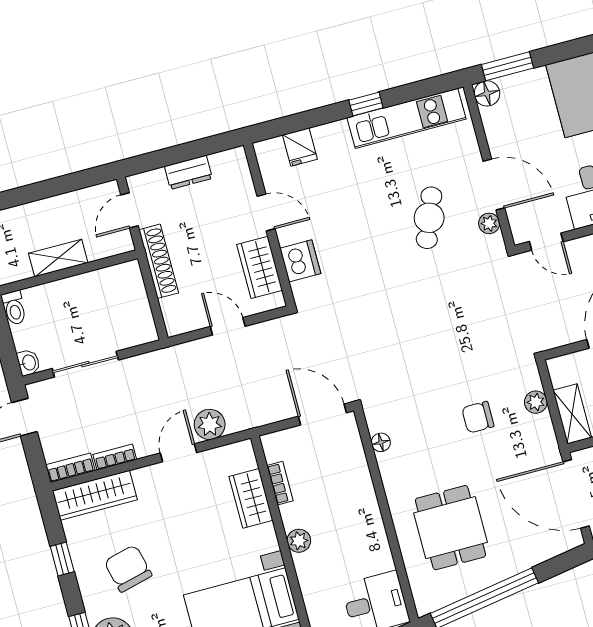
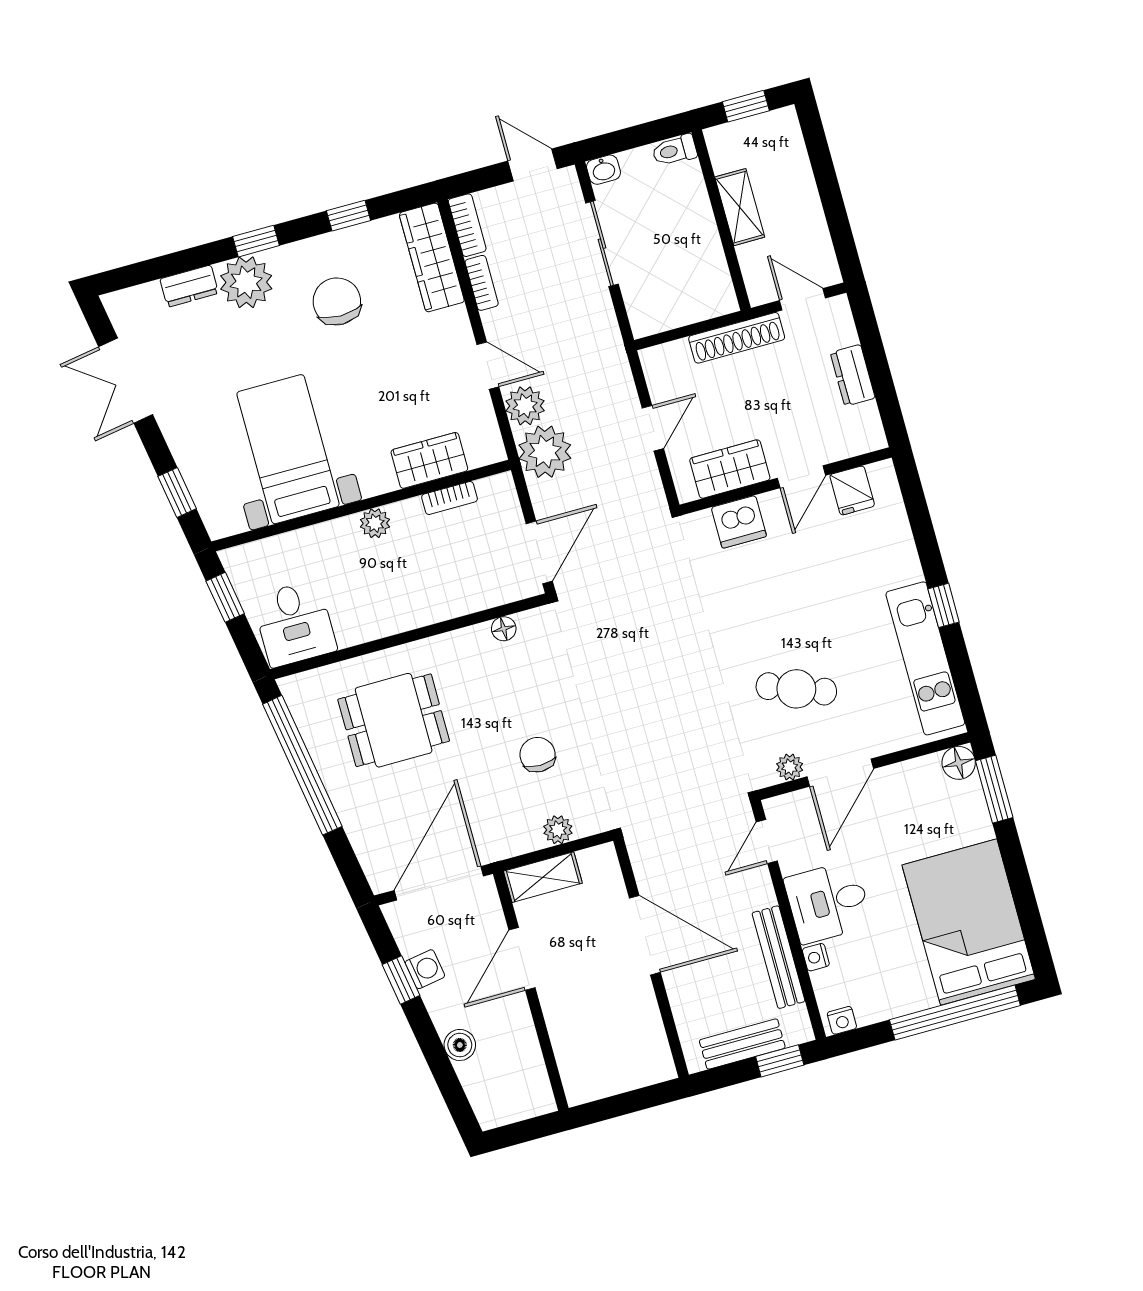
fridge: (300, 147) -> (852, 490), moved, turned -90
plant: (245, 410) -> (545, 452), added
chair: (128, 568) -> (337, 301), turned -76

